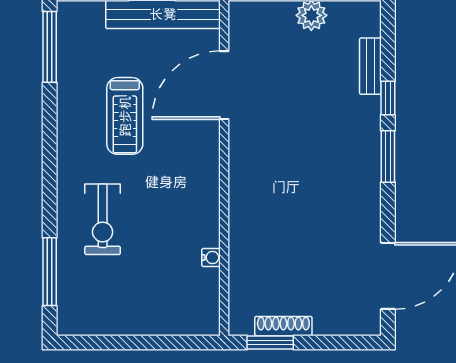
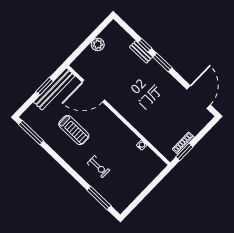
bench: (370, 66) -> (141, 52), moved
door: (224, 85) -> (93, 91), hinge flipped
exercise bike: (103, 219) -> (98, 167), width x0.73, depth x0.72

